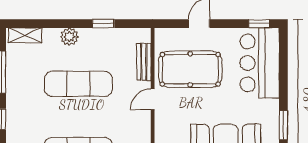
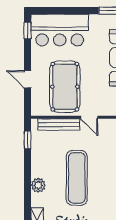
window: (103, 24) -> (28, 140), moved
bench: (144, 62) -> (59, 125), width x1.36

